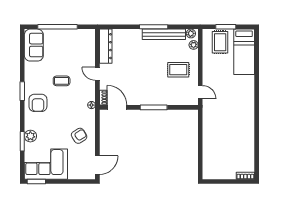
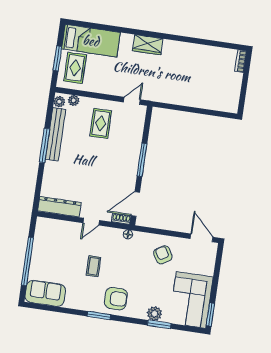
rug: (220, 42) -> (75, 68), turned 90
wardrobe: (248, 98) -> (148, 45), added

